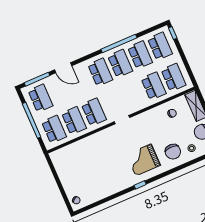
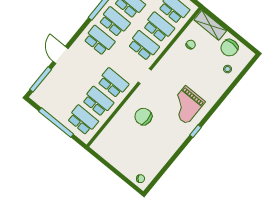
door: (63, 68) -> (60, 55), swing flipped
school desk: (40, 98) -> (144, 46), moved
chair: (173, 152) -> (143, 117), moved, turned 180

